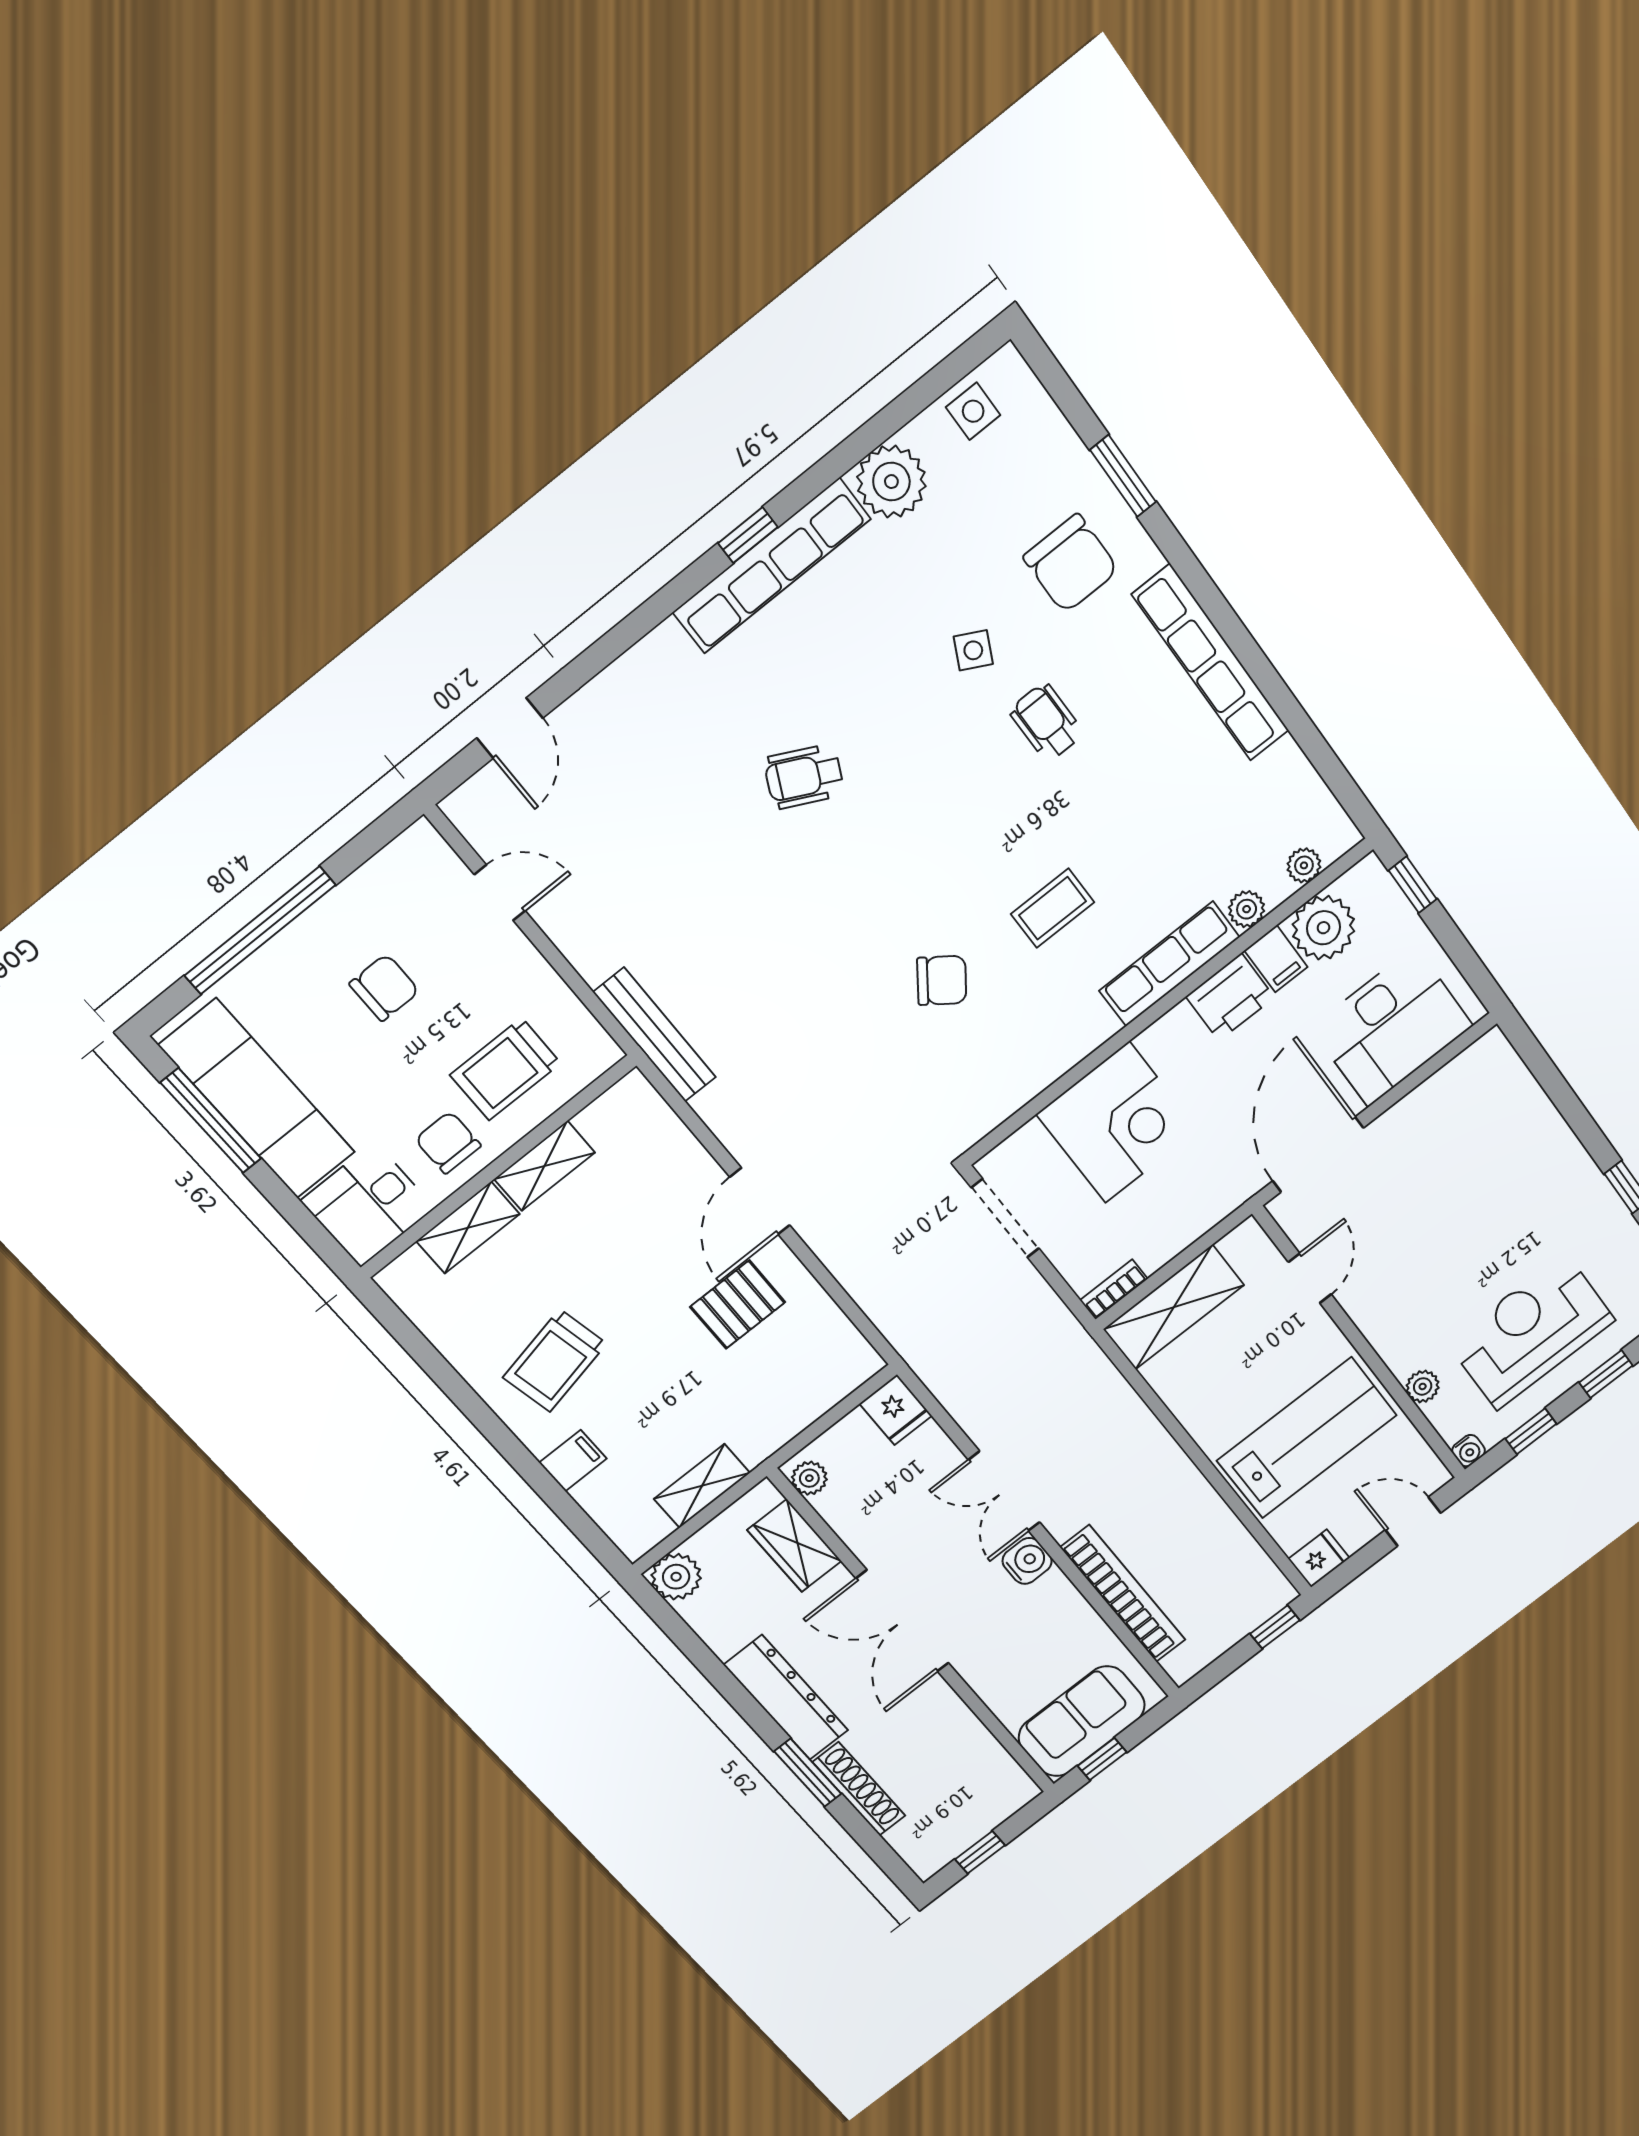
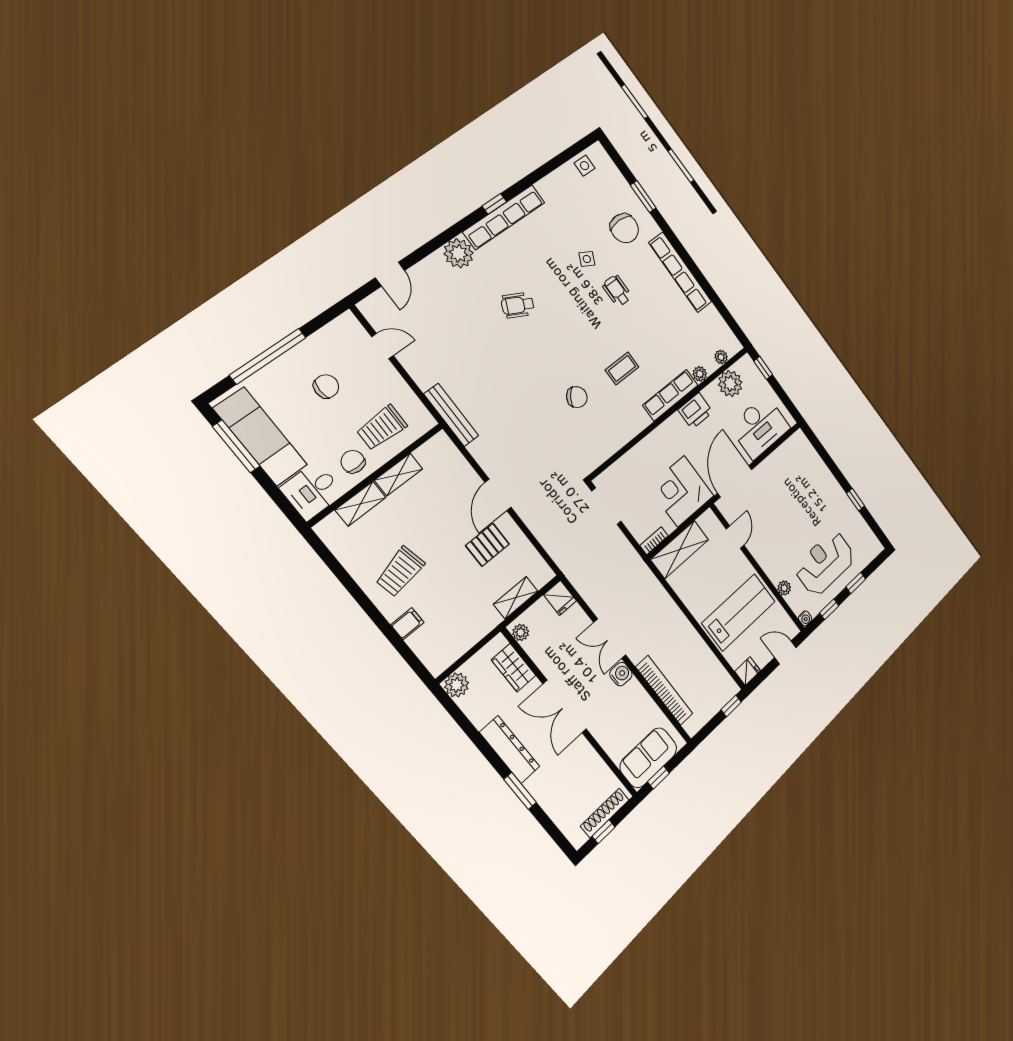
plant: (891, 482) -> (459, 253), moved
filing cabinet: (1276, 959) -> (713, 395), removed
corner desk: (1117, 1122) -> (681, 491), moved, turned 180
shelving: (702, 1486) -> (516, 598), moved
shoe rack: (859, 1789) -> (605, 813), moved, turned -90

